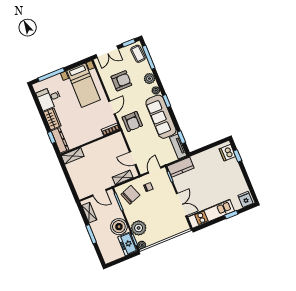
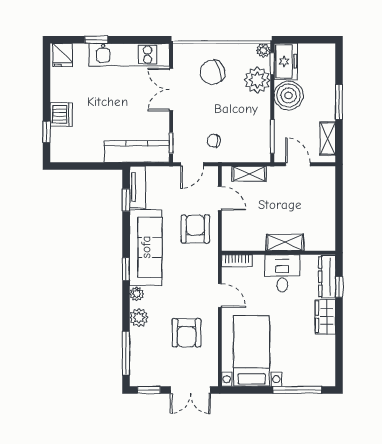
double door: (107, 52) -> (190, 390), swing flipped
coffee table: (138, 54) -> (141, 366), removed
armchair: (121, 81) -> (186, 333), turned -90
desk: (49, 98) -> (282, 273), moved, turned -90
door: (112, 107) -> (220, 295), swing flipped
armchair: (132, 121) -> (195, 229), moved
dishwasher: (227, 153) -> (61, 114), moved
shelving: (73, 156) -> (285, 242), moved
kitchen counter: (181, 167) -> (137, 152), width x1.50
chair: (130, 195) -> (212, 72), moved

